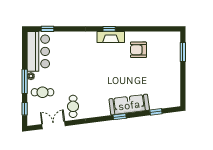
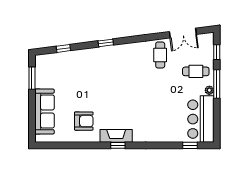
window: (183, 52) -> (32, 78), moved
sofa: (129, 105) -> (45, 111), moved, turned -83

